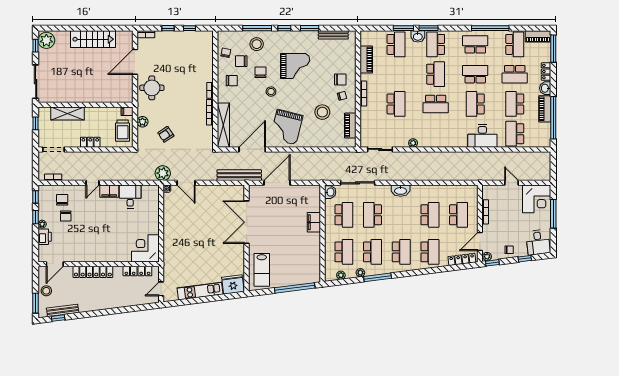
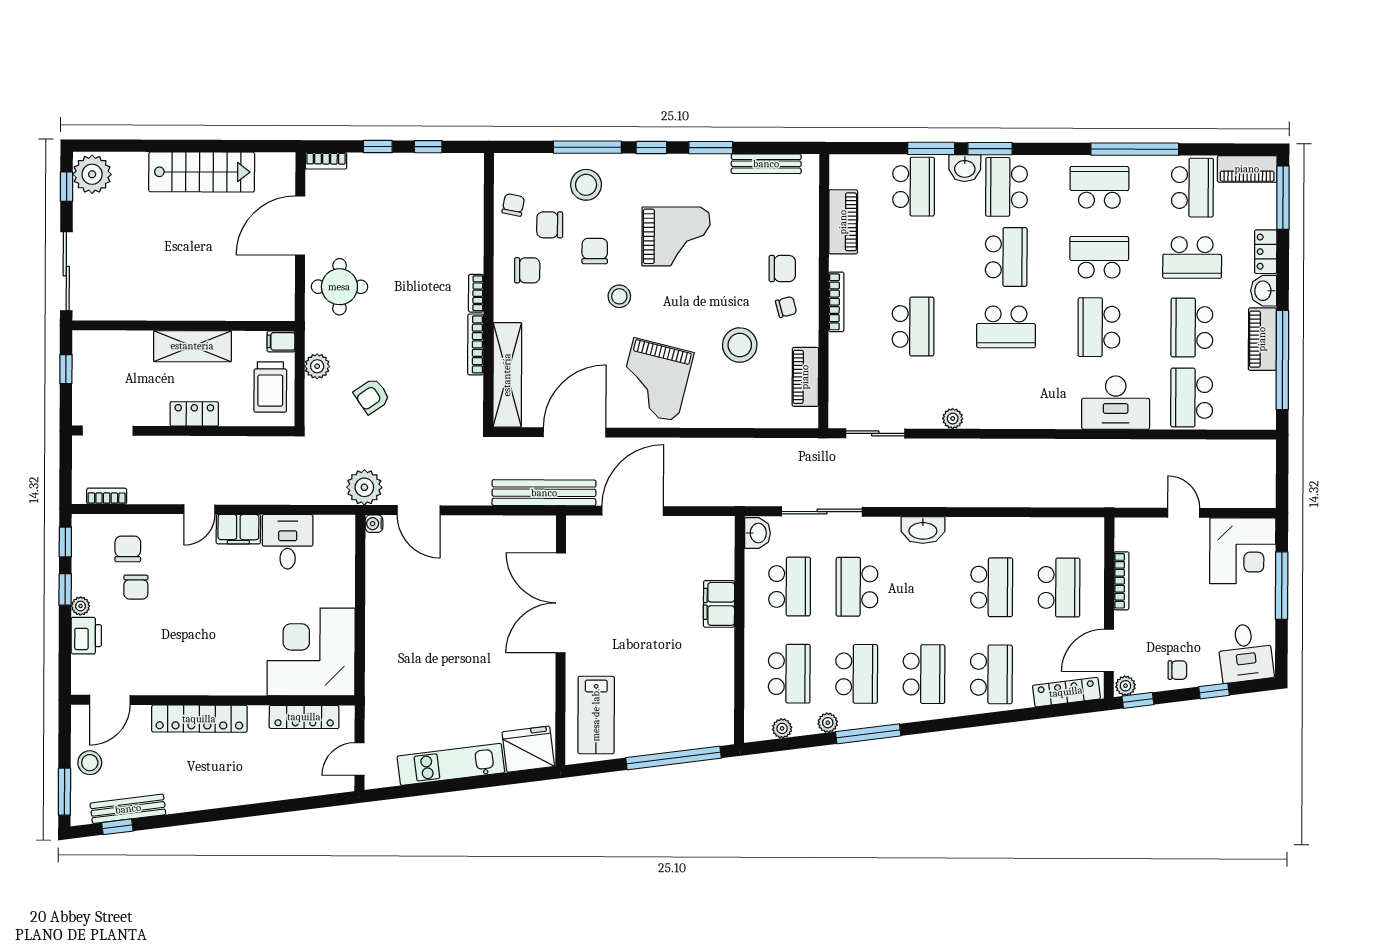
shelving: (68, 113) -> (192, 346), moved
corner desk: (145, 248) -> (311, 652), width x1.36, depth x1.36

